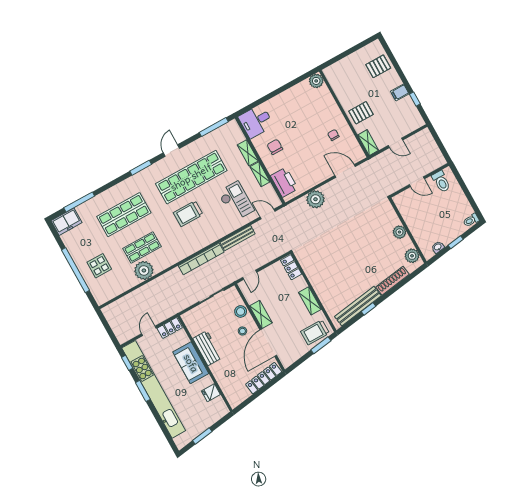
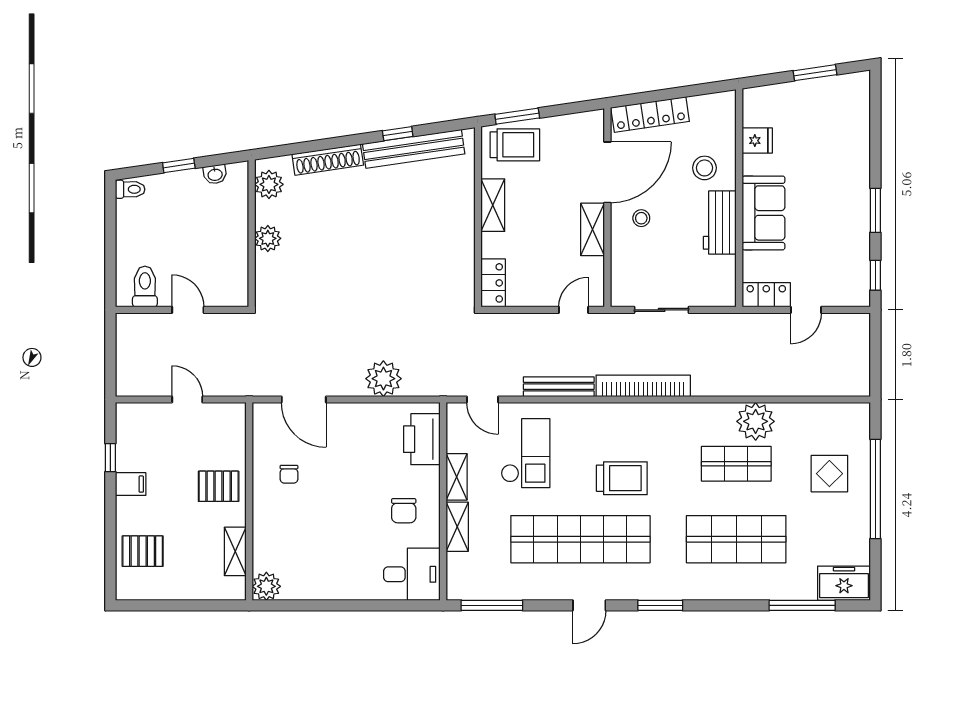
shelving: (368, 143) -> (235, 551), moved
checkout: (236, 201) -> (526, 453), turned 180
stool: (241, 311) -> (704, 168), moved
kitchen unit: (154, 389) -> (855, 203), removed

